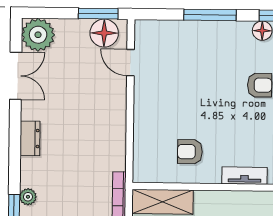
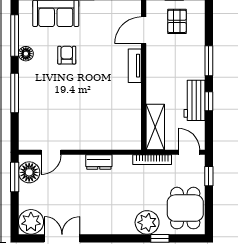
dresser: (30, 138) -> (99, 162), moved, turned 180
armchair: (190, 152) -> (117, 107), removed
plant: (28, 197) -> (147, 222), width x1.88, depth x1.88

